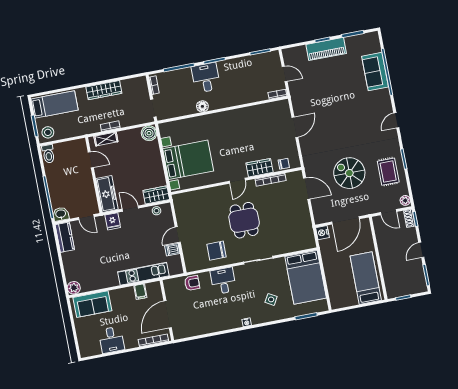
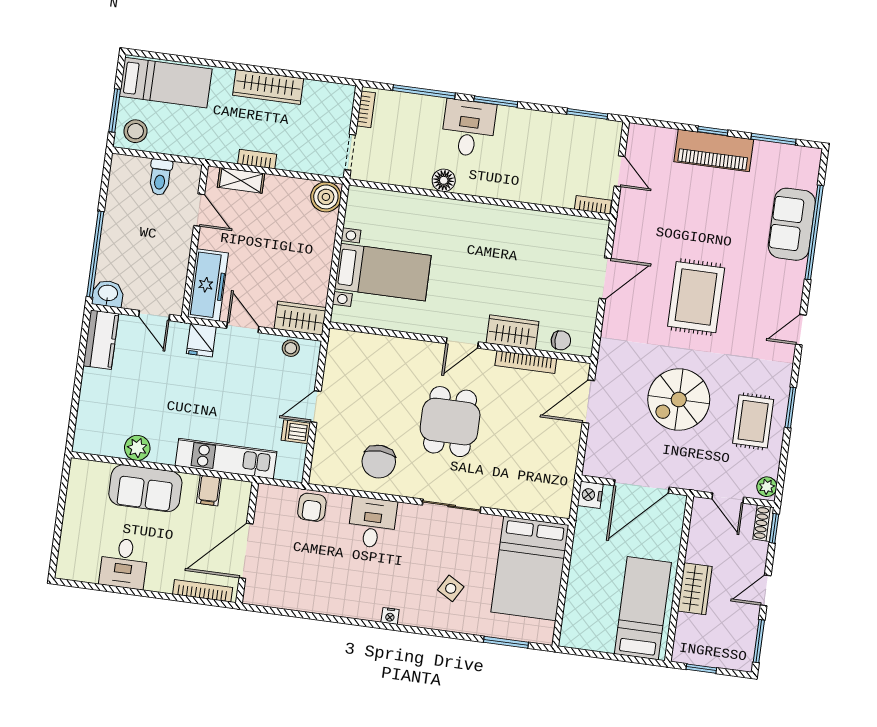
rug: (341, 122) -> (696, 297), added
toilet: (48, 154) -> (160, 177), moved
bed with nightstands: (188, 160) -> (383, 272), width x0.73
spiral stairs: (349, 173) -> (679, 400), turned -90
door: (307, 189) -> (588, 402), swing flipped
chair: (217, 251) -> (379, 462), turned -88
wardrobe: (387, 261) -> (695, 589), added
armchair: (192, 283) -> (312, 507), turned 90
plant: (74, 288) -> (137, 448), moved
sofa: (92, 304) -> (145, 488), moved

